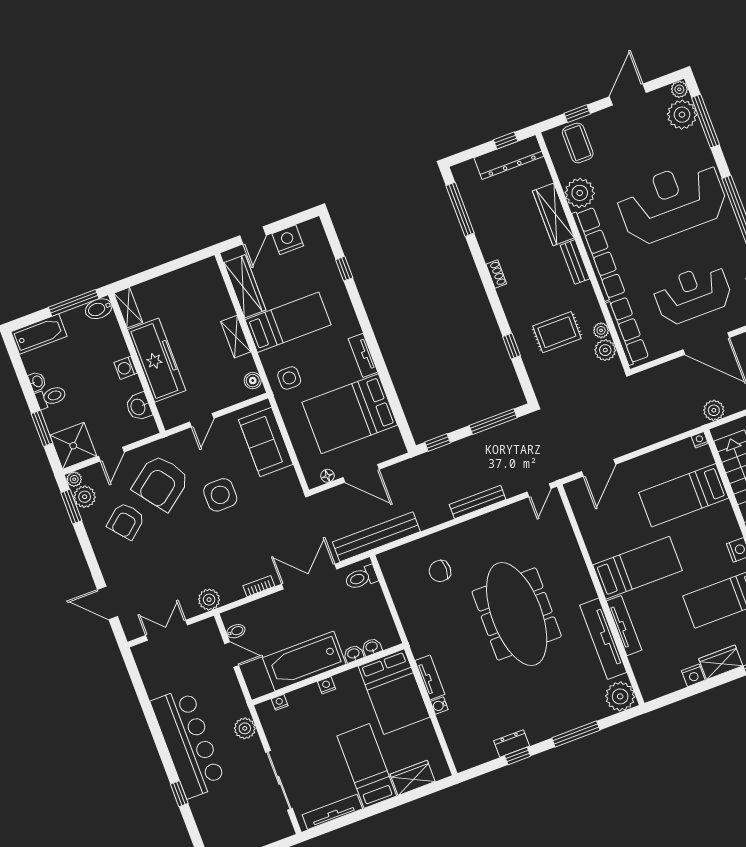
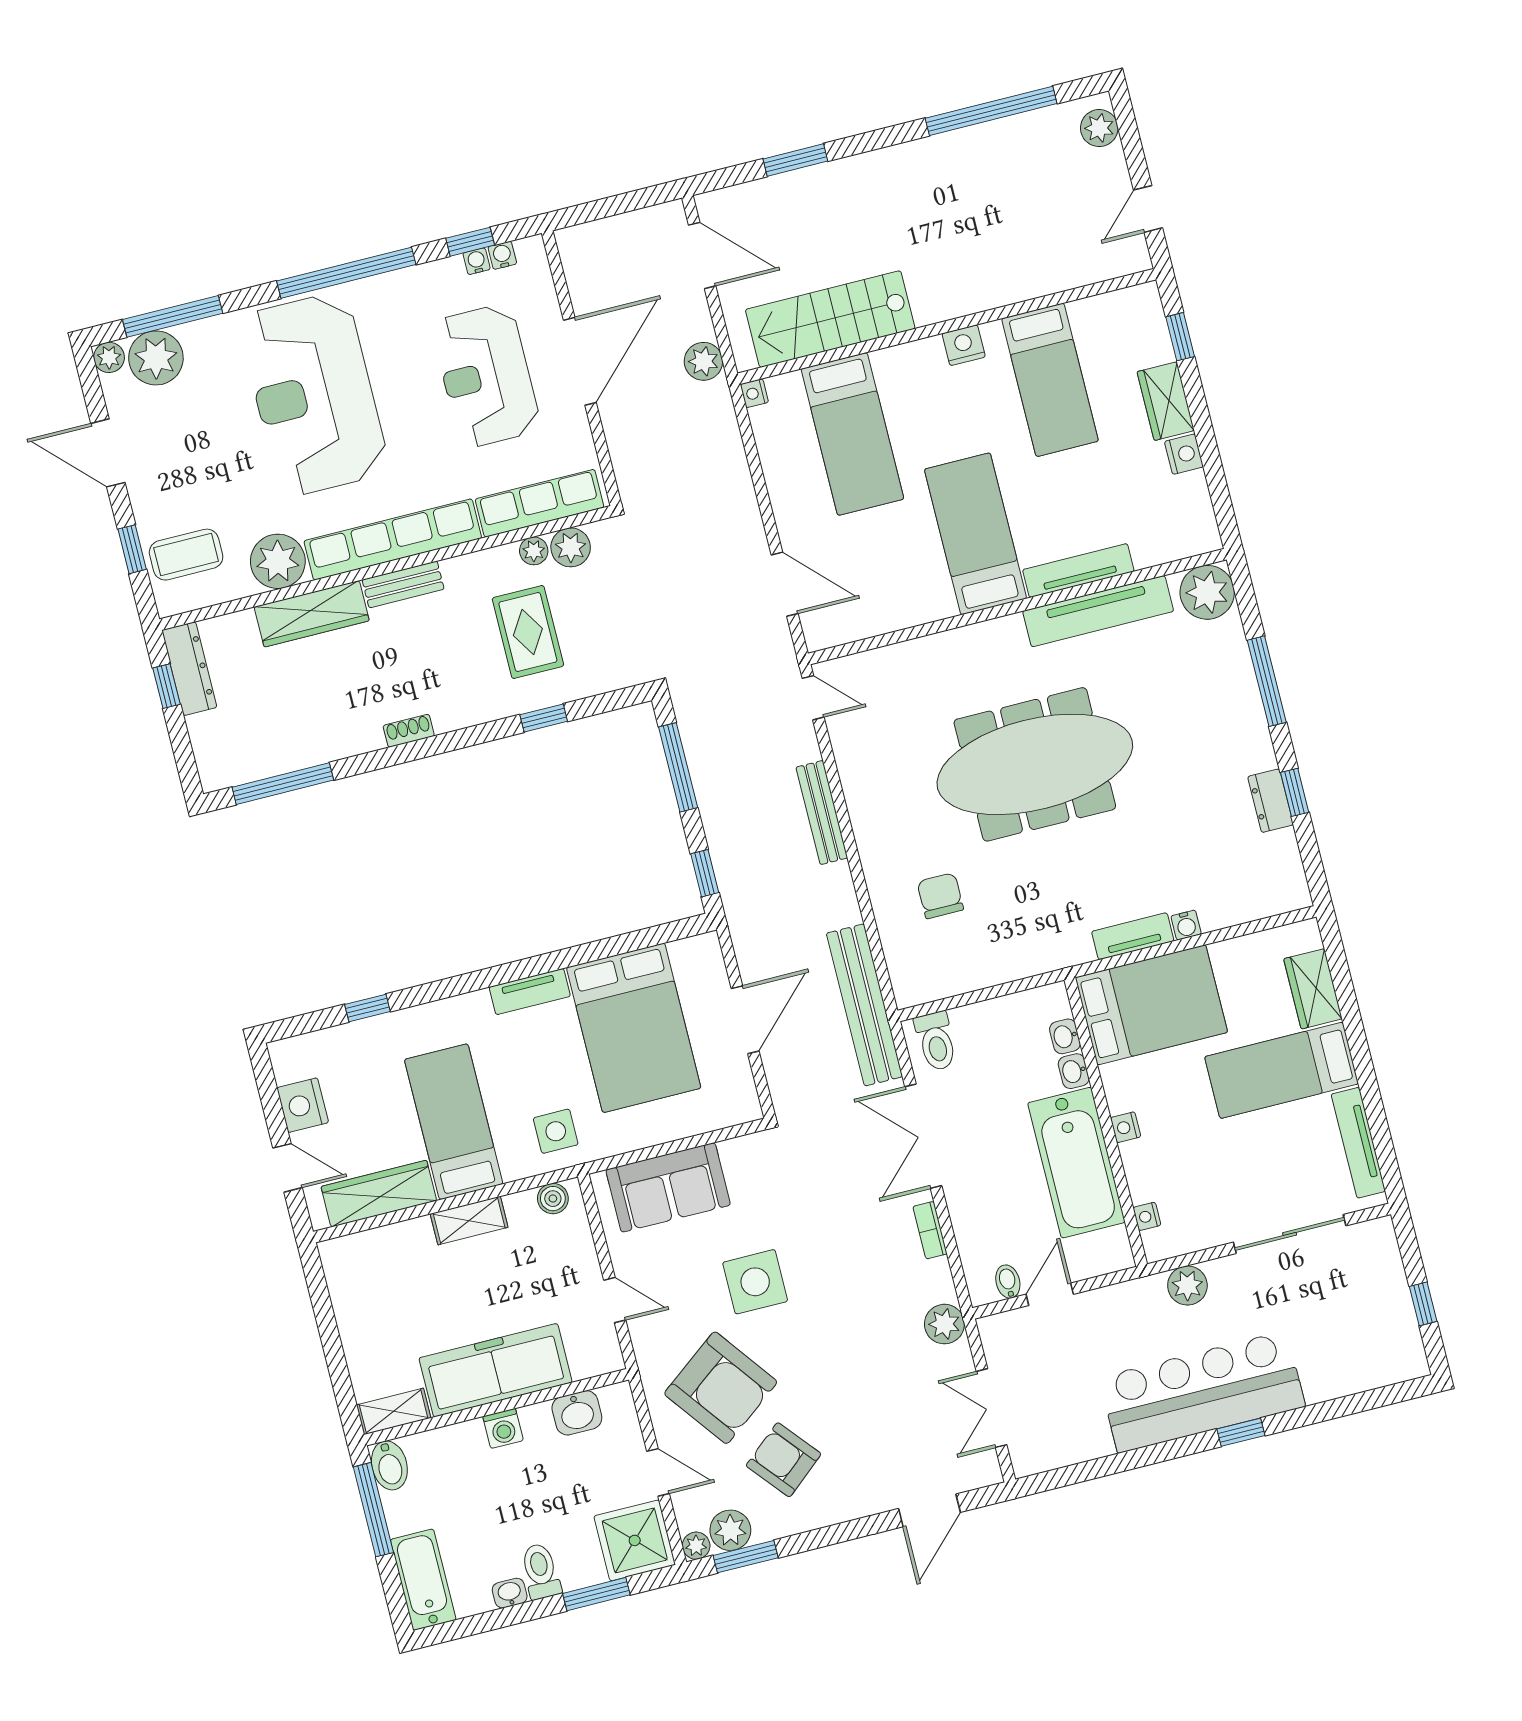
dresser: (509, 157) -> (189, 669), width x0.73, depth x0.80
floor lamp: (327, 476) -> (743, 1082), removed
armchair: (126, 521) -> (784, 1460), turned 180
chair: (440, 571) -> (940, 896), turned 180
window: (179, 794) -> (1241, 1432), moved

